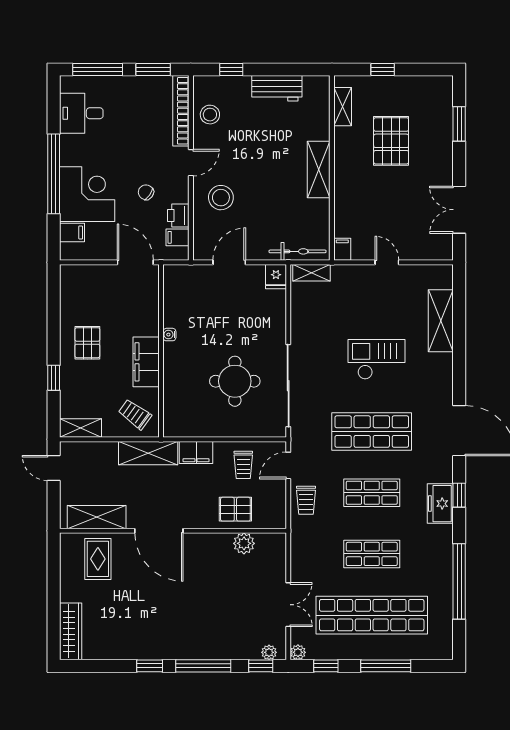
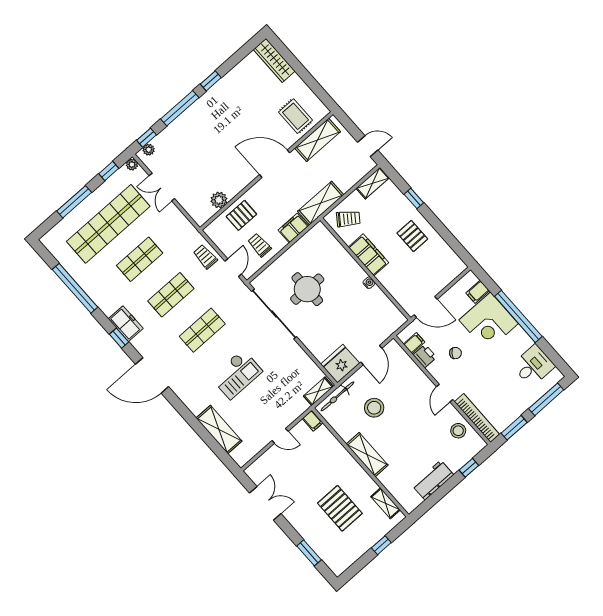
stool: (221, 198) -> (374, 408), moved
fridge: (276, 277) -> (340, 364), width x1.88, depth x1.34
shop shelf: (372, 432) -> (202, 330), width x0.70, depth x0.74

